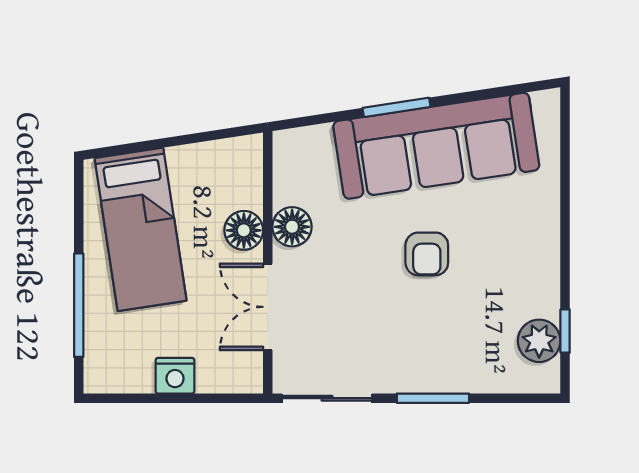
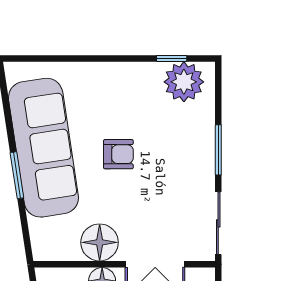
floor lamp: (292, 227) -> (100, 242), width x1.38, depth x1.38
plant: (539, 341) -> (184, 82), width x1.36, depth x1.36

